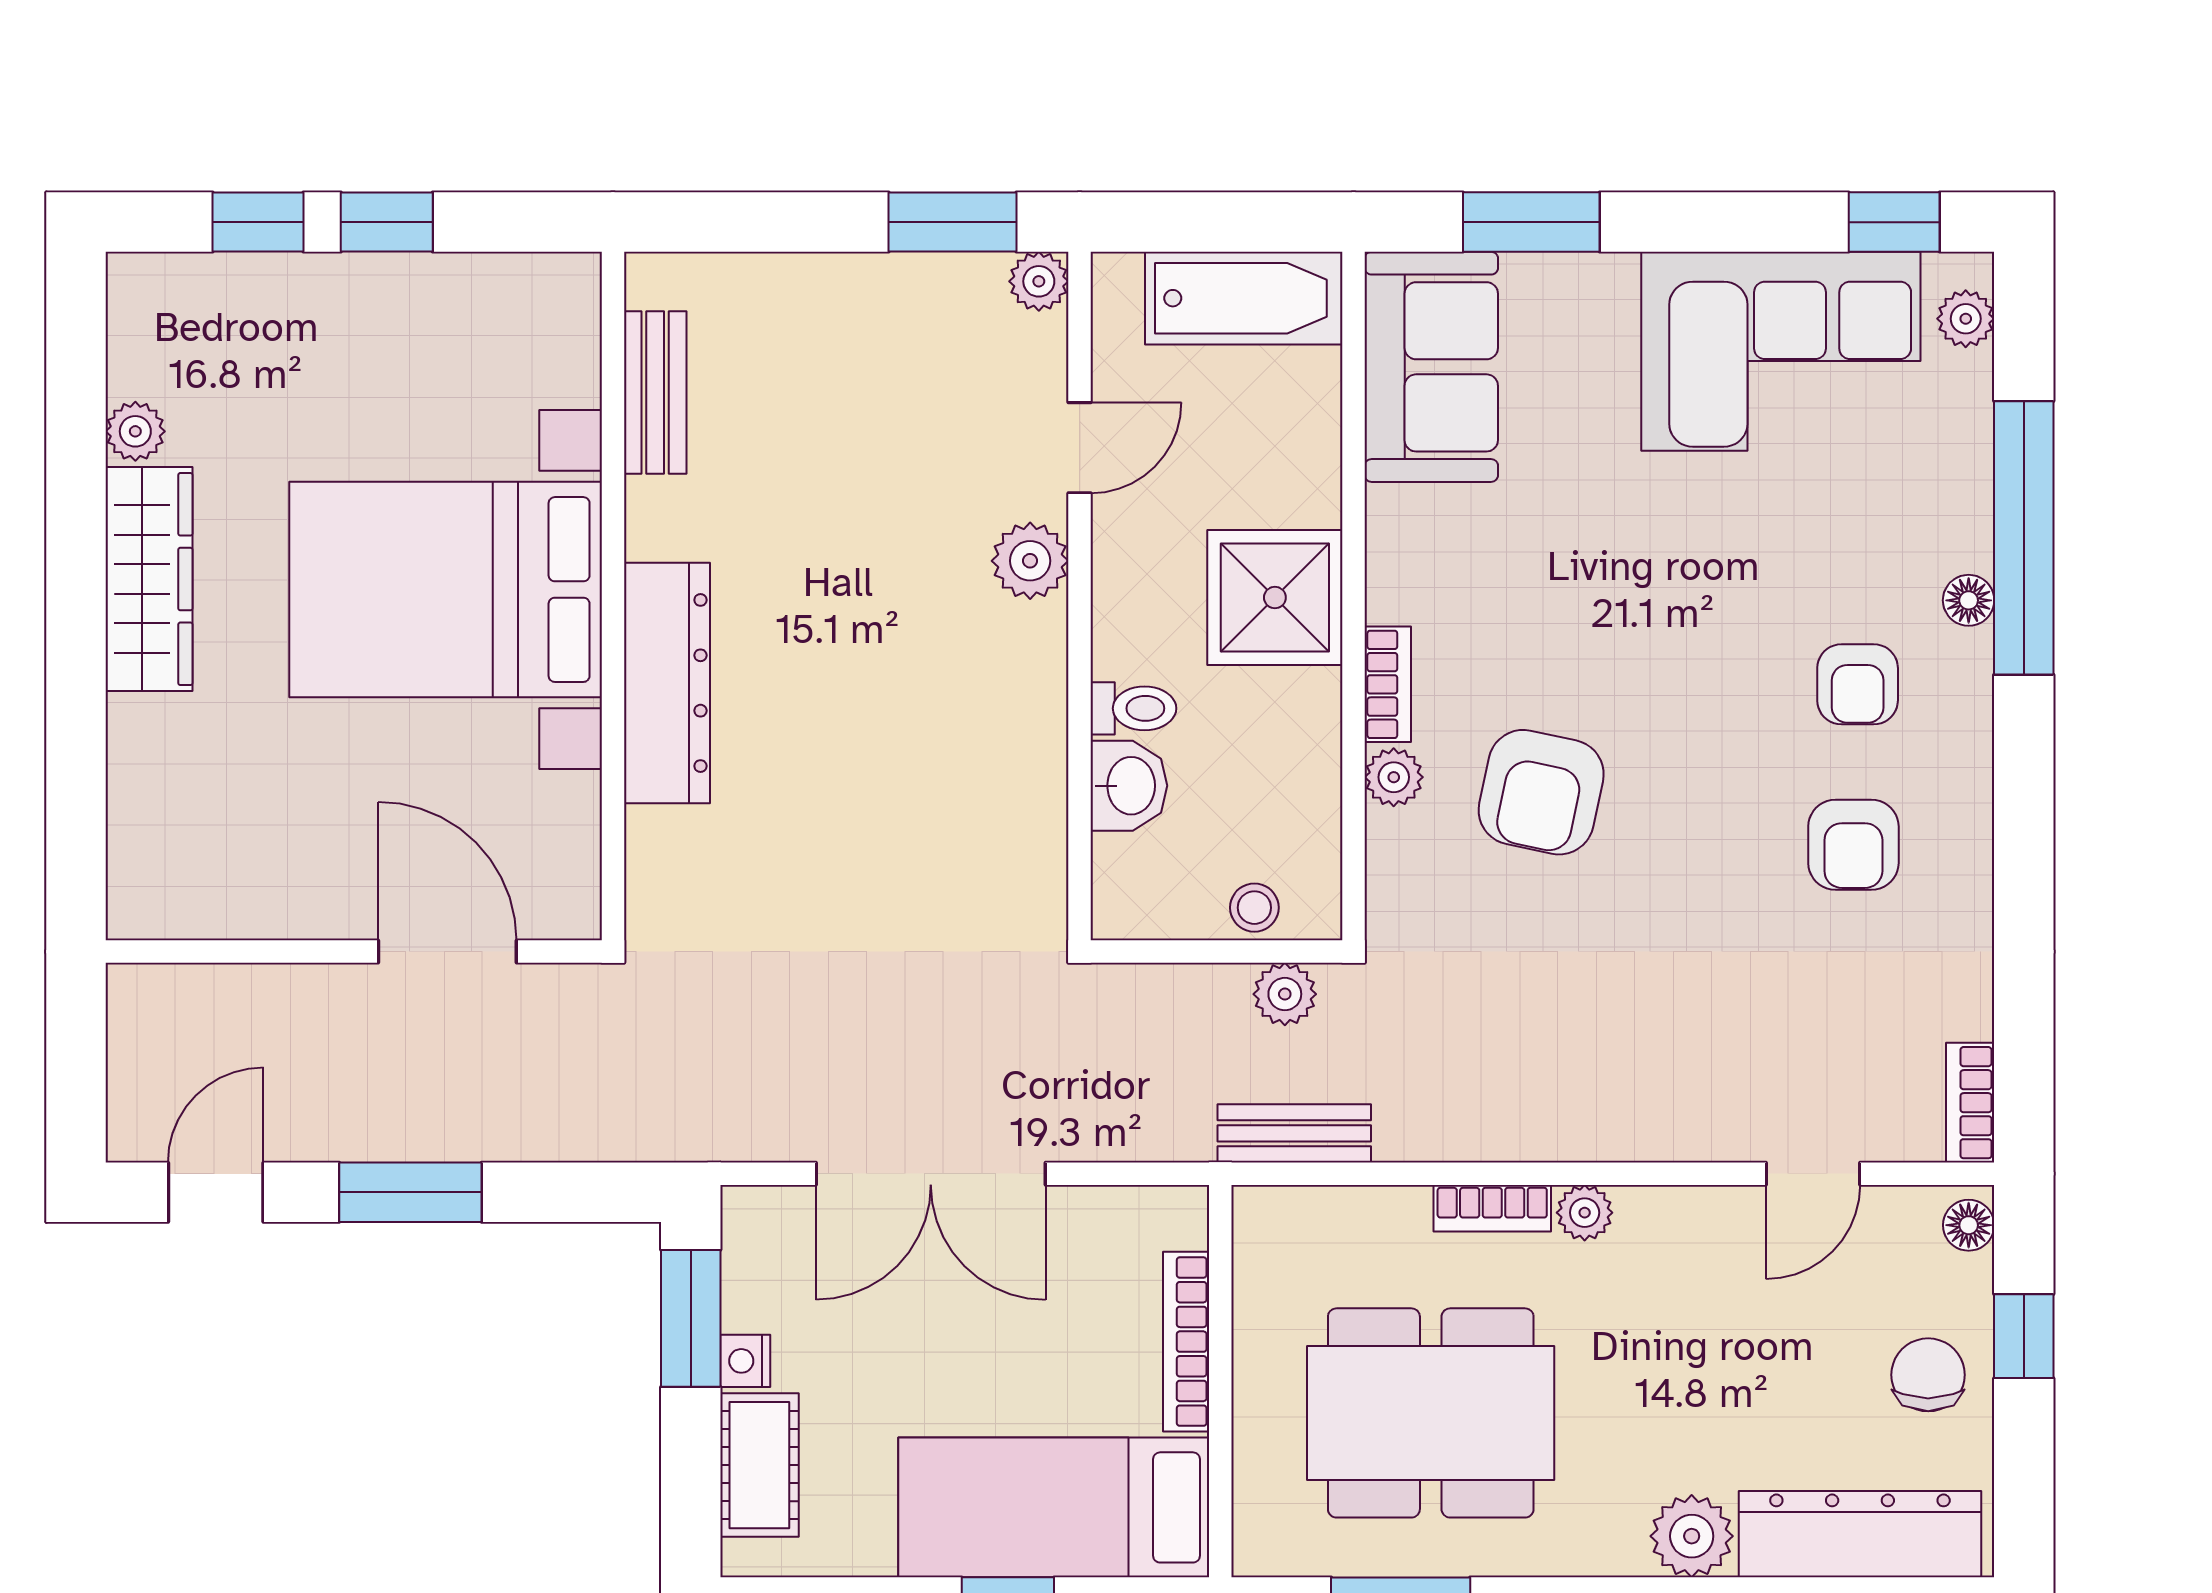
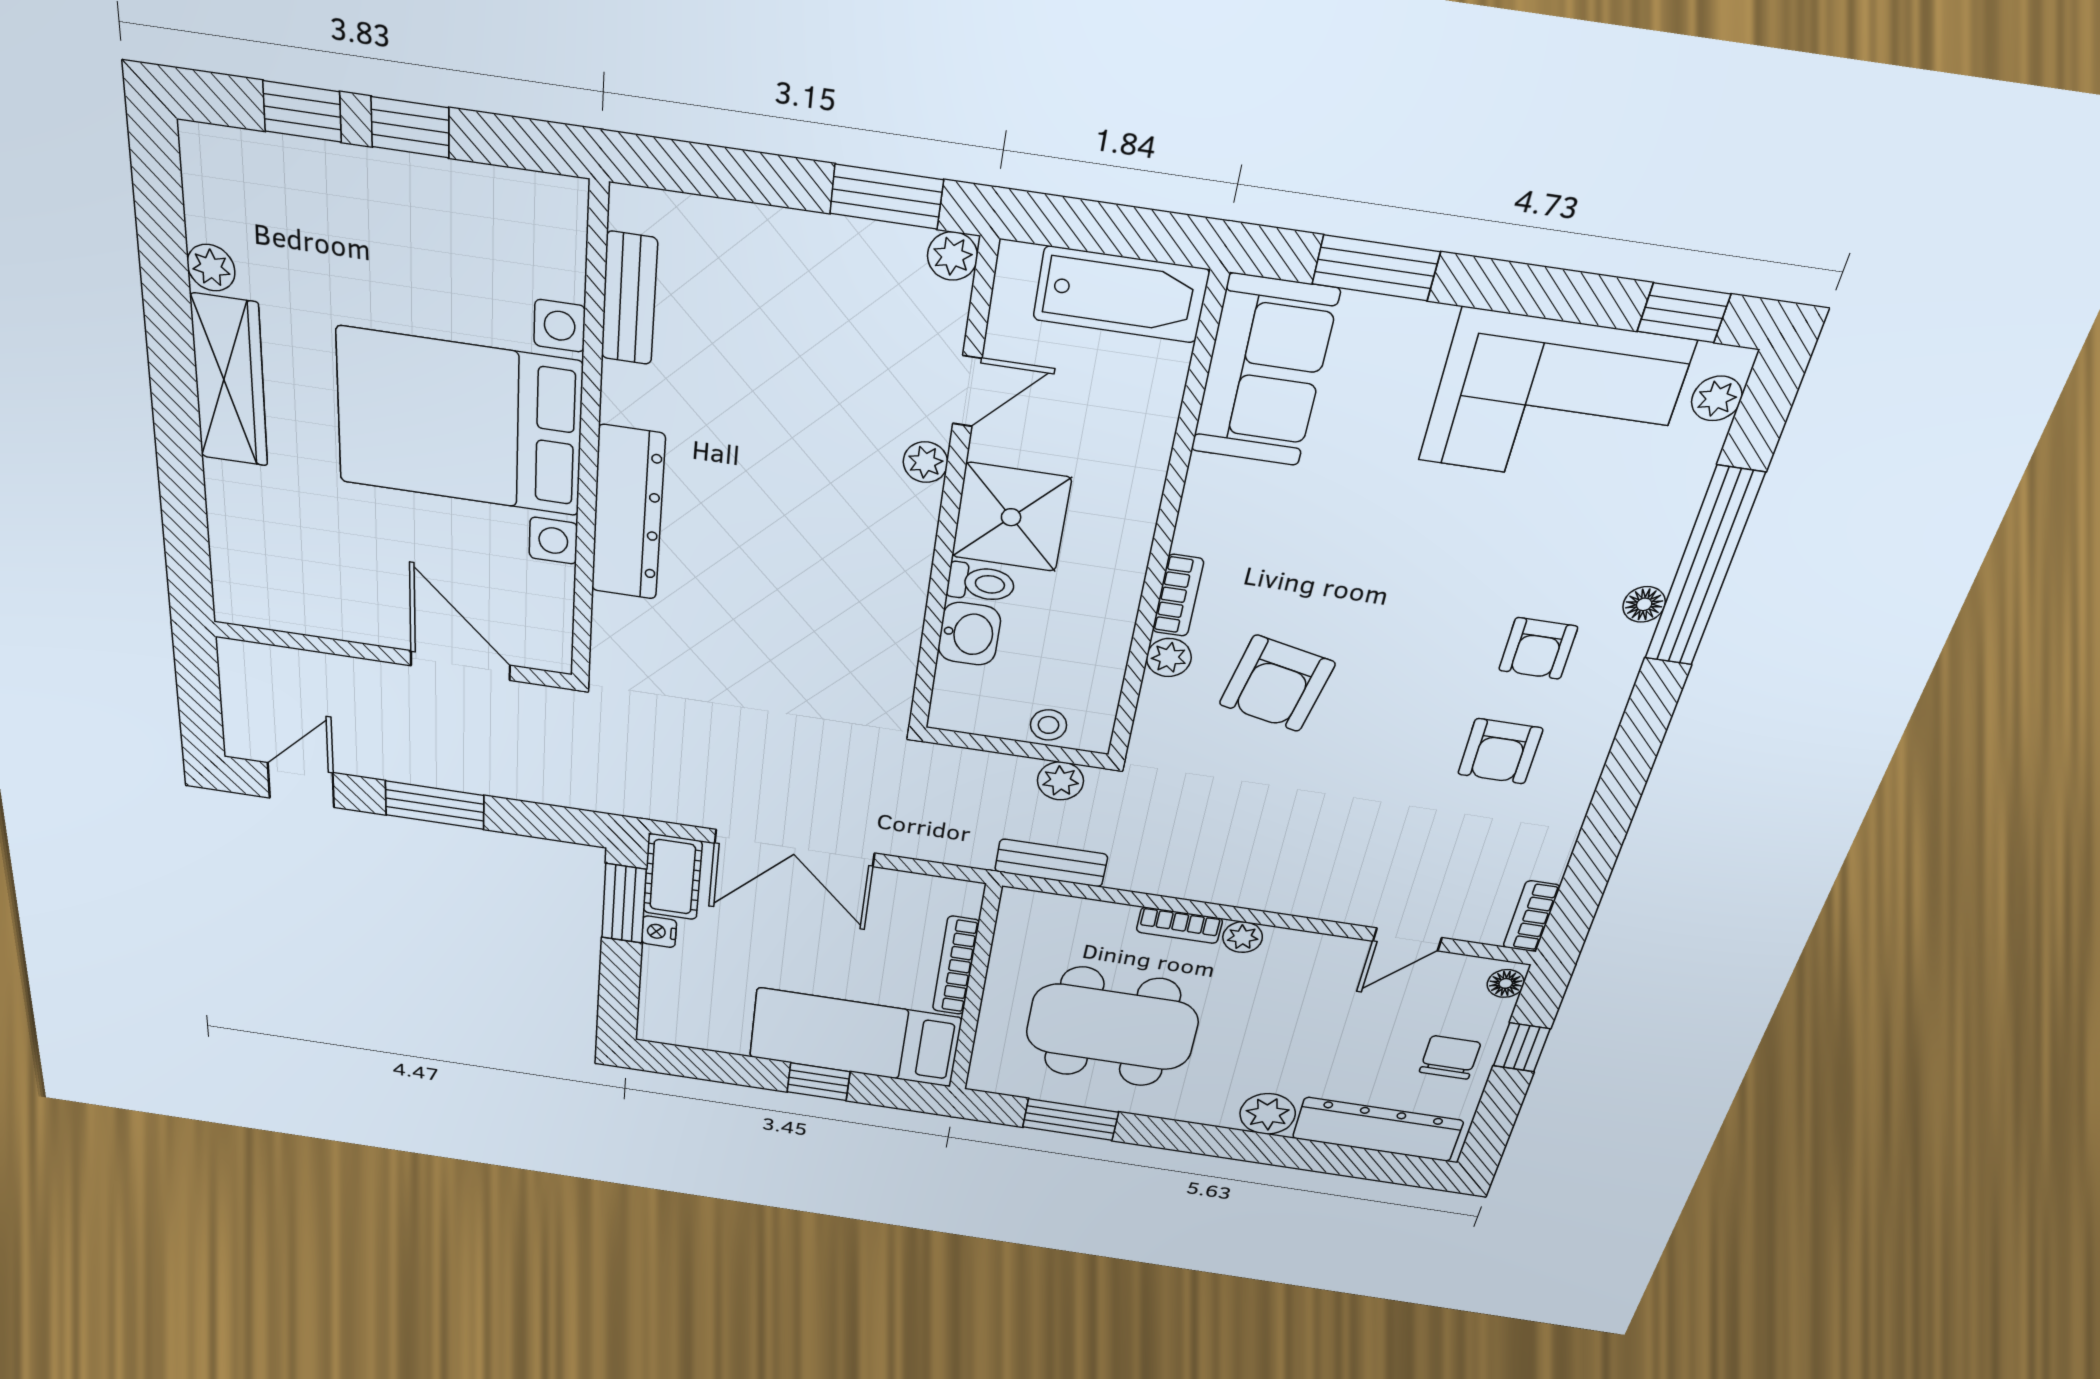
plant: (1030, 561) -> (925, 462), width x0.73, depth x0.73
shower: (1275, 598) -> (1011, 517), moved
cot: (759, 1465) -> (673, 877), moved

